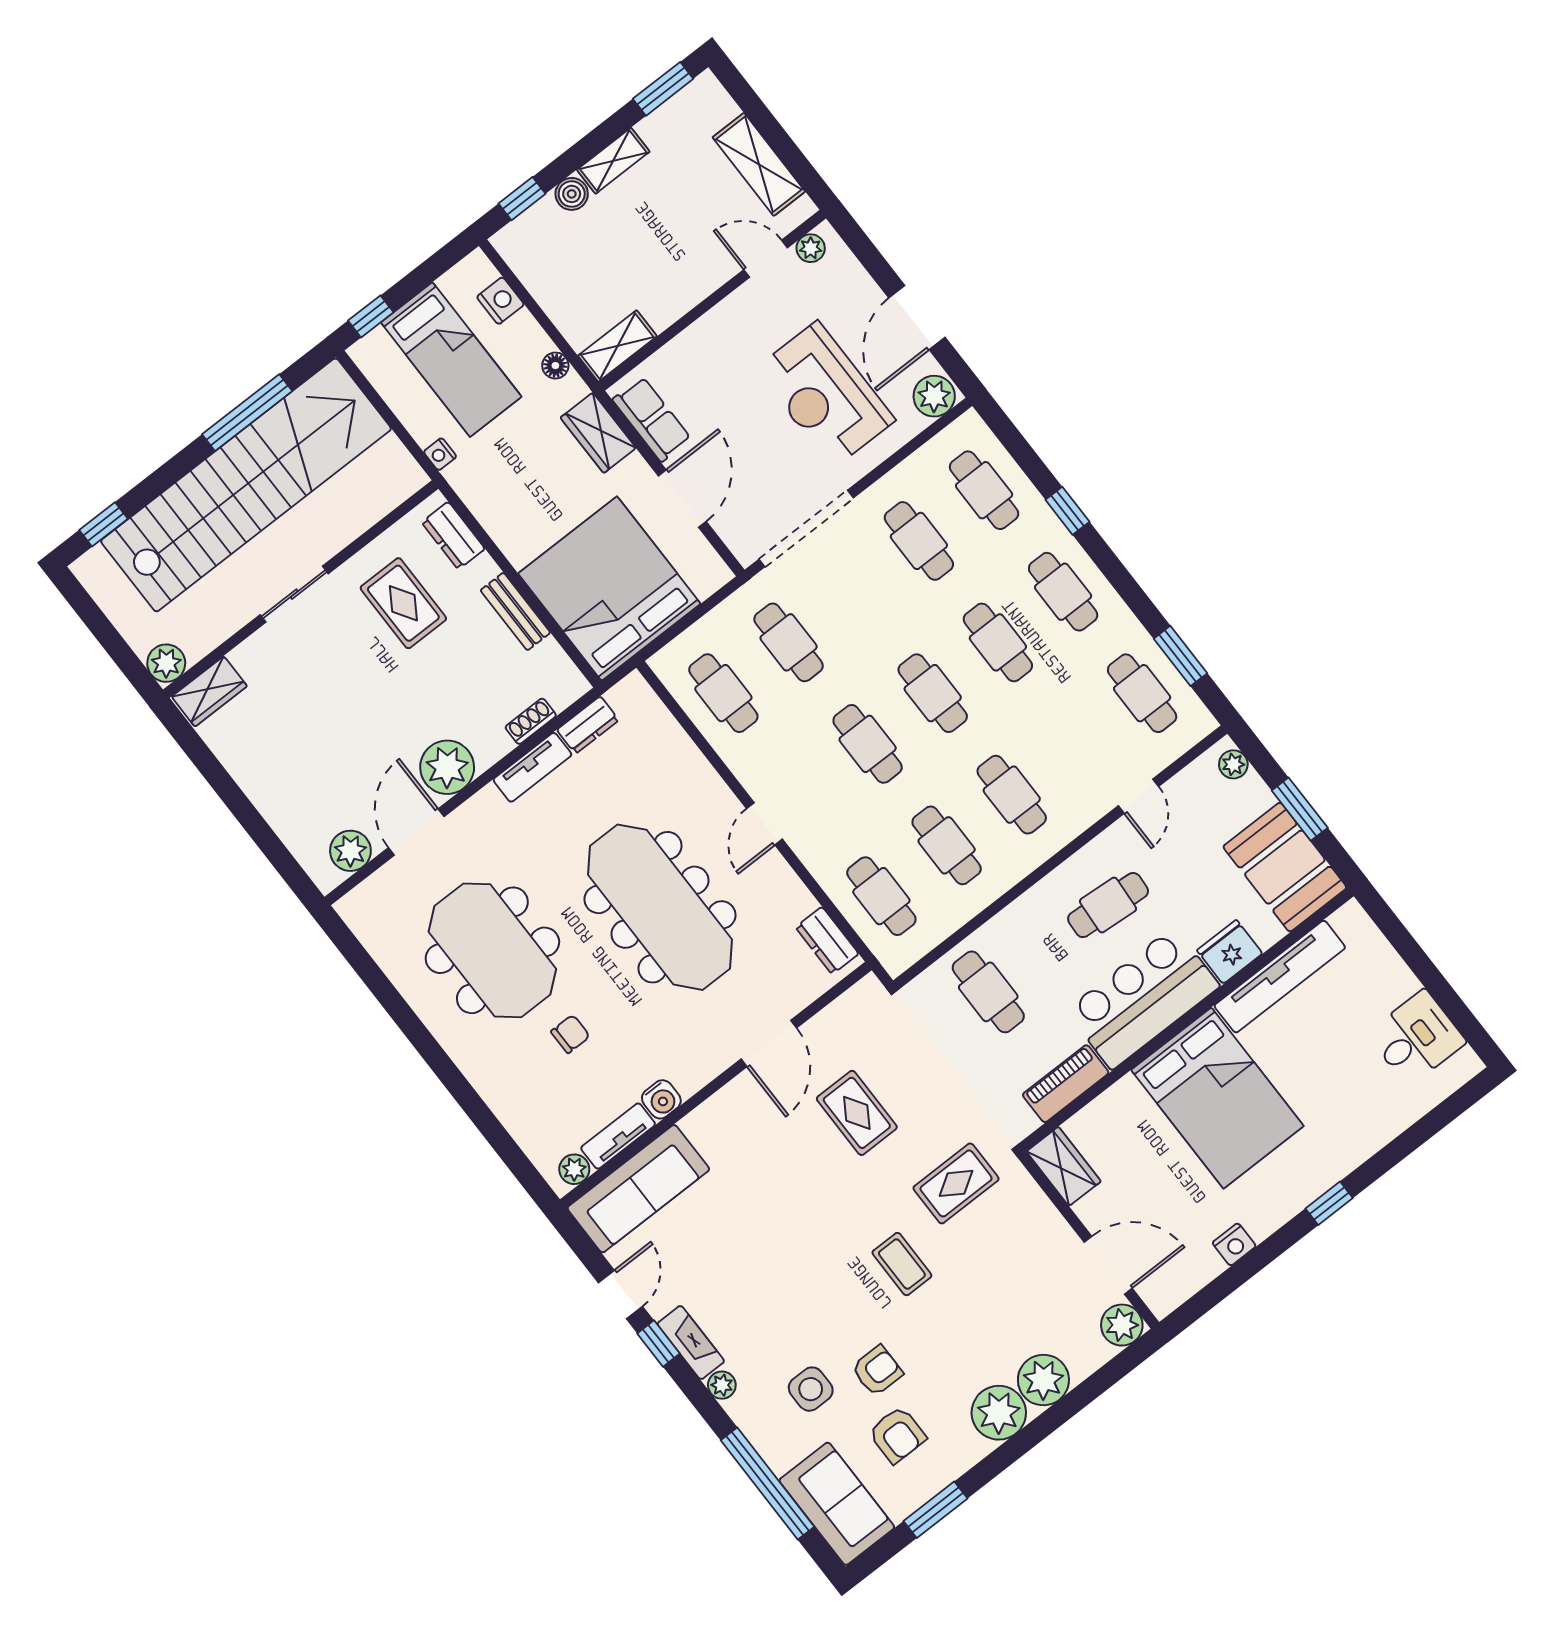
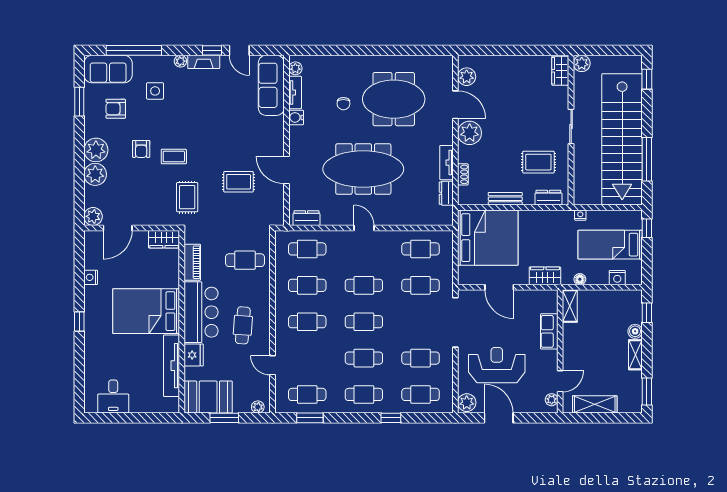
row of seats: (652, 419) -> (549, 331), moved, turned 90
armchair: (877, 1371) -> (141, 149), moved

